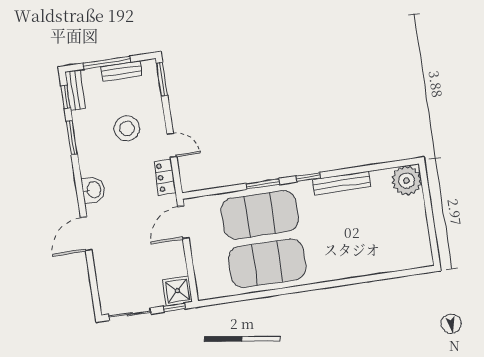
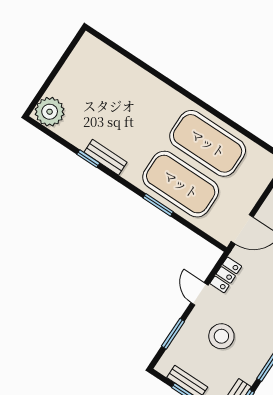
window: (162, 79) -> (173, 334), moved
window: (308, 177) -> (88, 159), moved
bench: (342, 183) -> (105, 157), width x0.73

